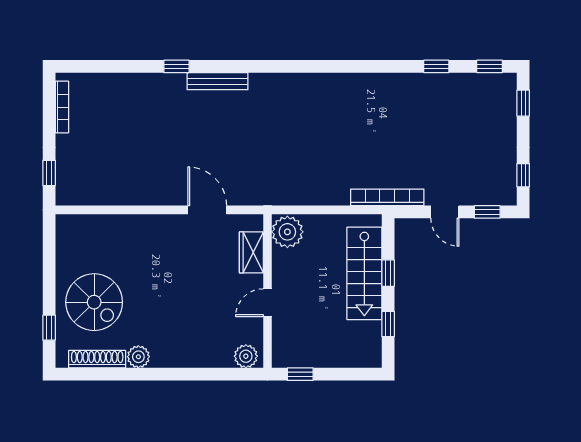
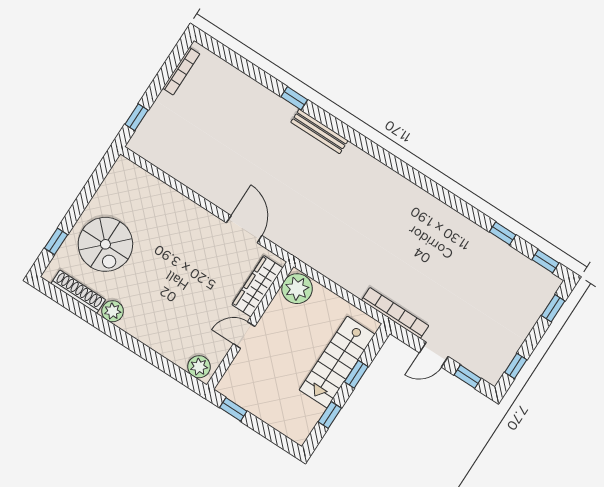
door: (445, 212) -> (434, 355), hinge flipped
wardrobe: (251, 252) -> (257, 286), width x1.50

